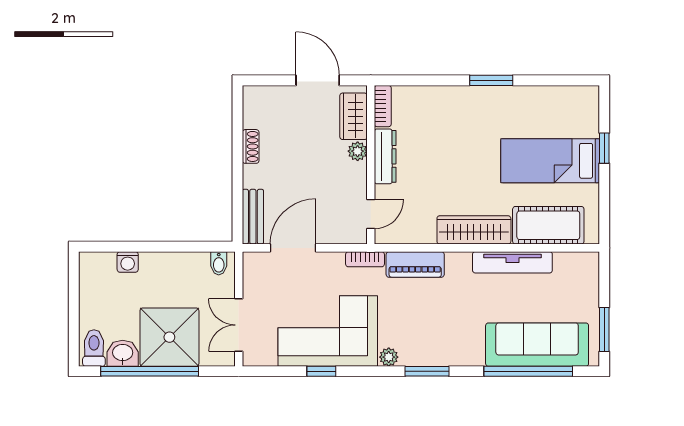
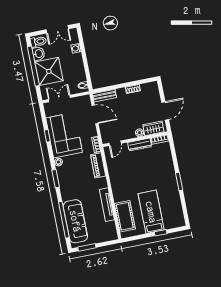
door: (371, 214) -> (115, 143), hinge flipped
wardrobe: (474, 230) -> (117, 186), removed
double door: (74, 297) -> (57, 29), added

